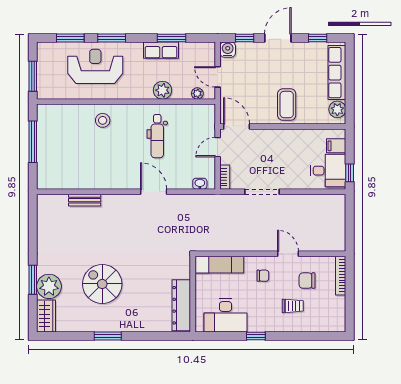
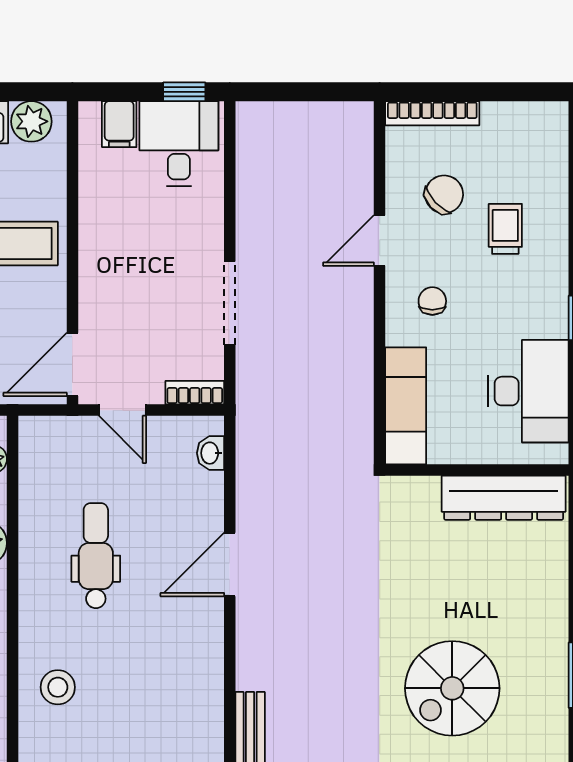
dental chair: (157, 136) -> (96, 556), turned -90
chair: (307, 281) -> (444, 194), turned -133

